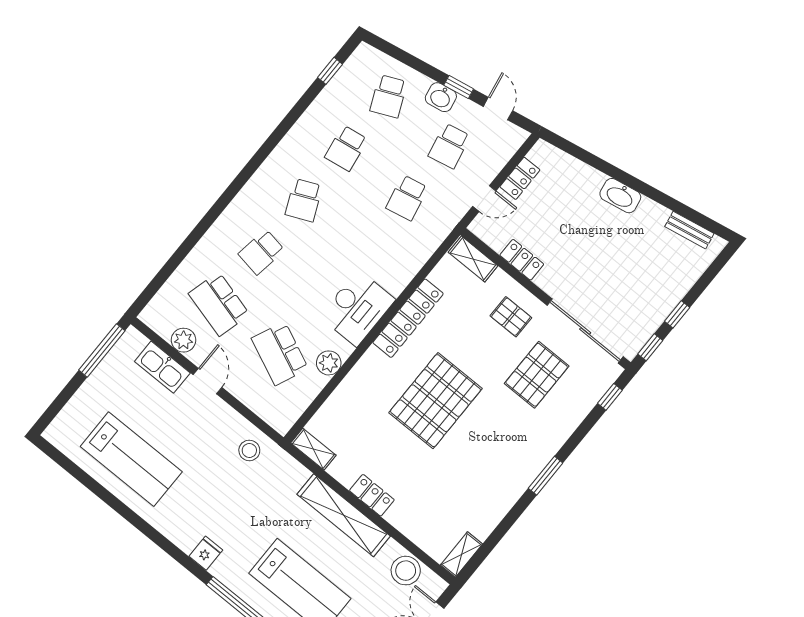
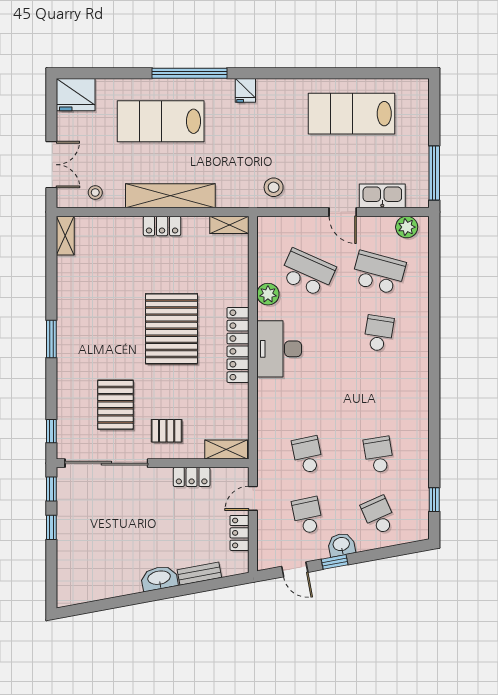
school desk: (304, 200) -> (379, 394), removed
bench: (689, 230) -> (199, 574), moved
locker: (408, 318) -> (238, 345), moved
plant: (183, 340) -> (407, 227), moved
stool: (406, 571) -> (95, 192), width x0.53, depth x0.53

